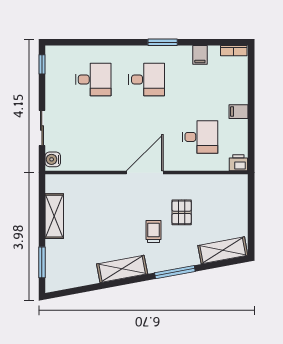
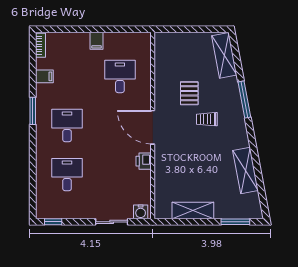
printer: (238, 163) -> (144, 161), moved
pallet: (182, 212) -> (189, 93), turned 90
shelving: (122, 269) -> (245, 170), moved

